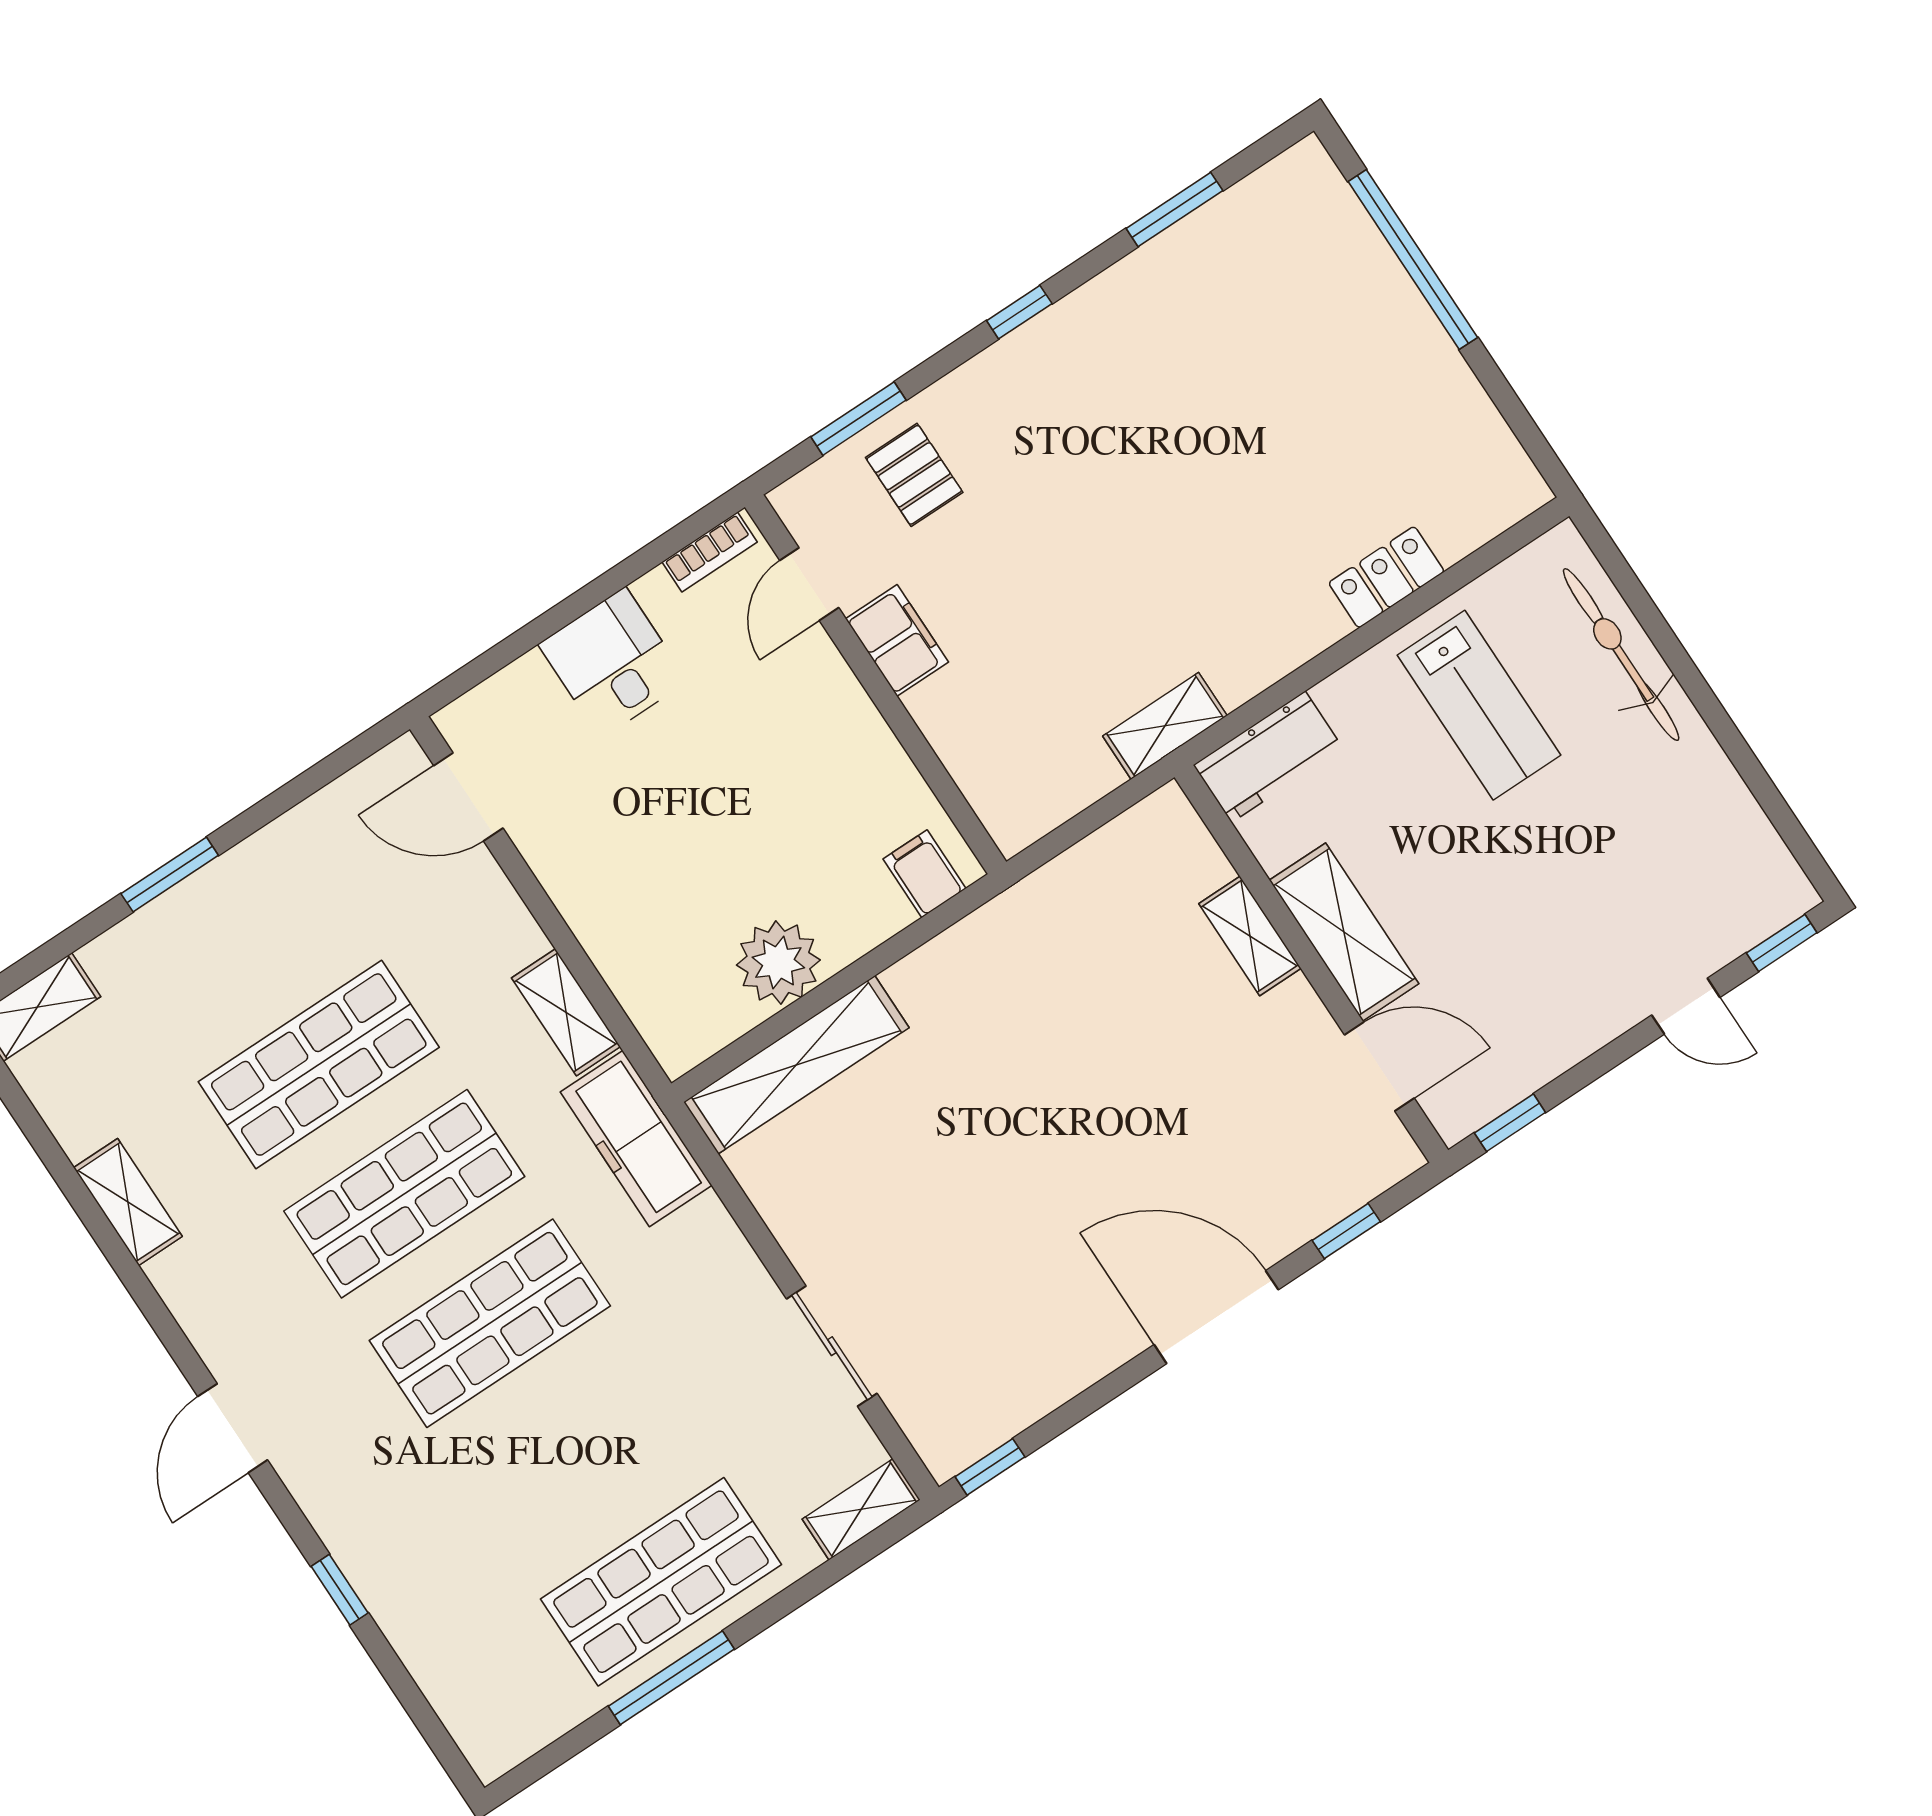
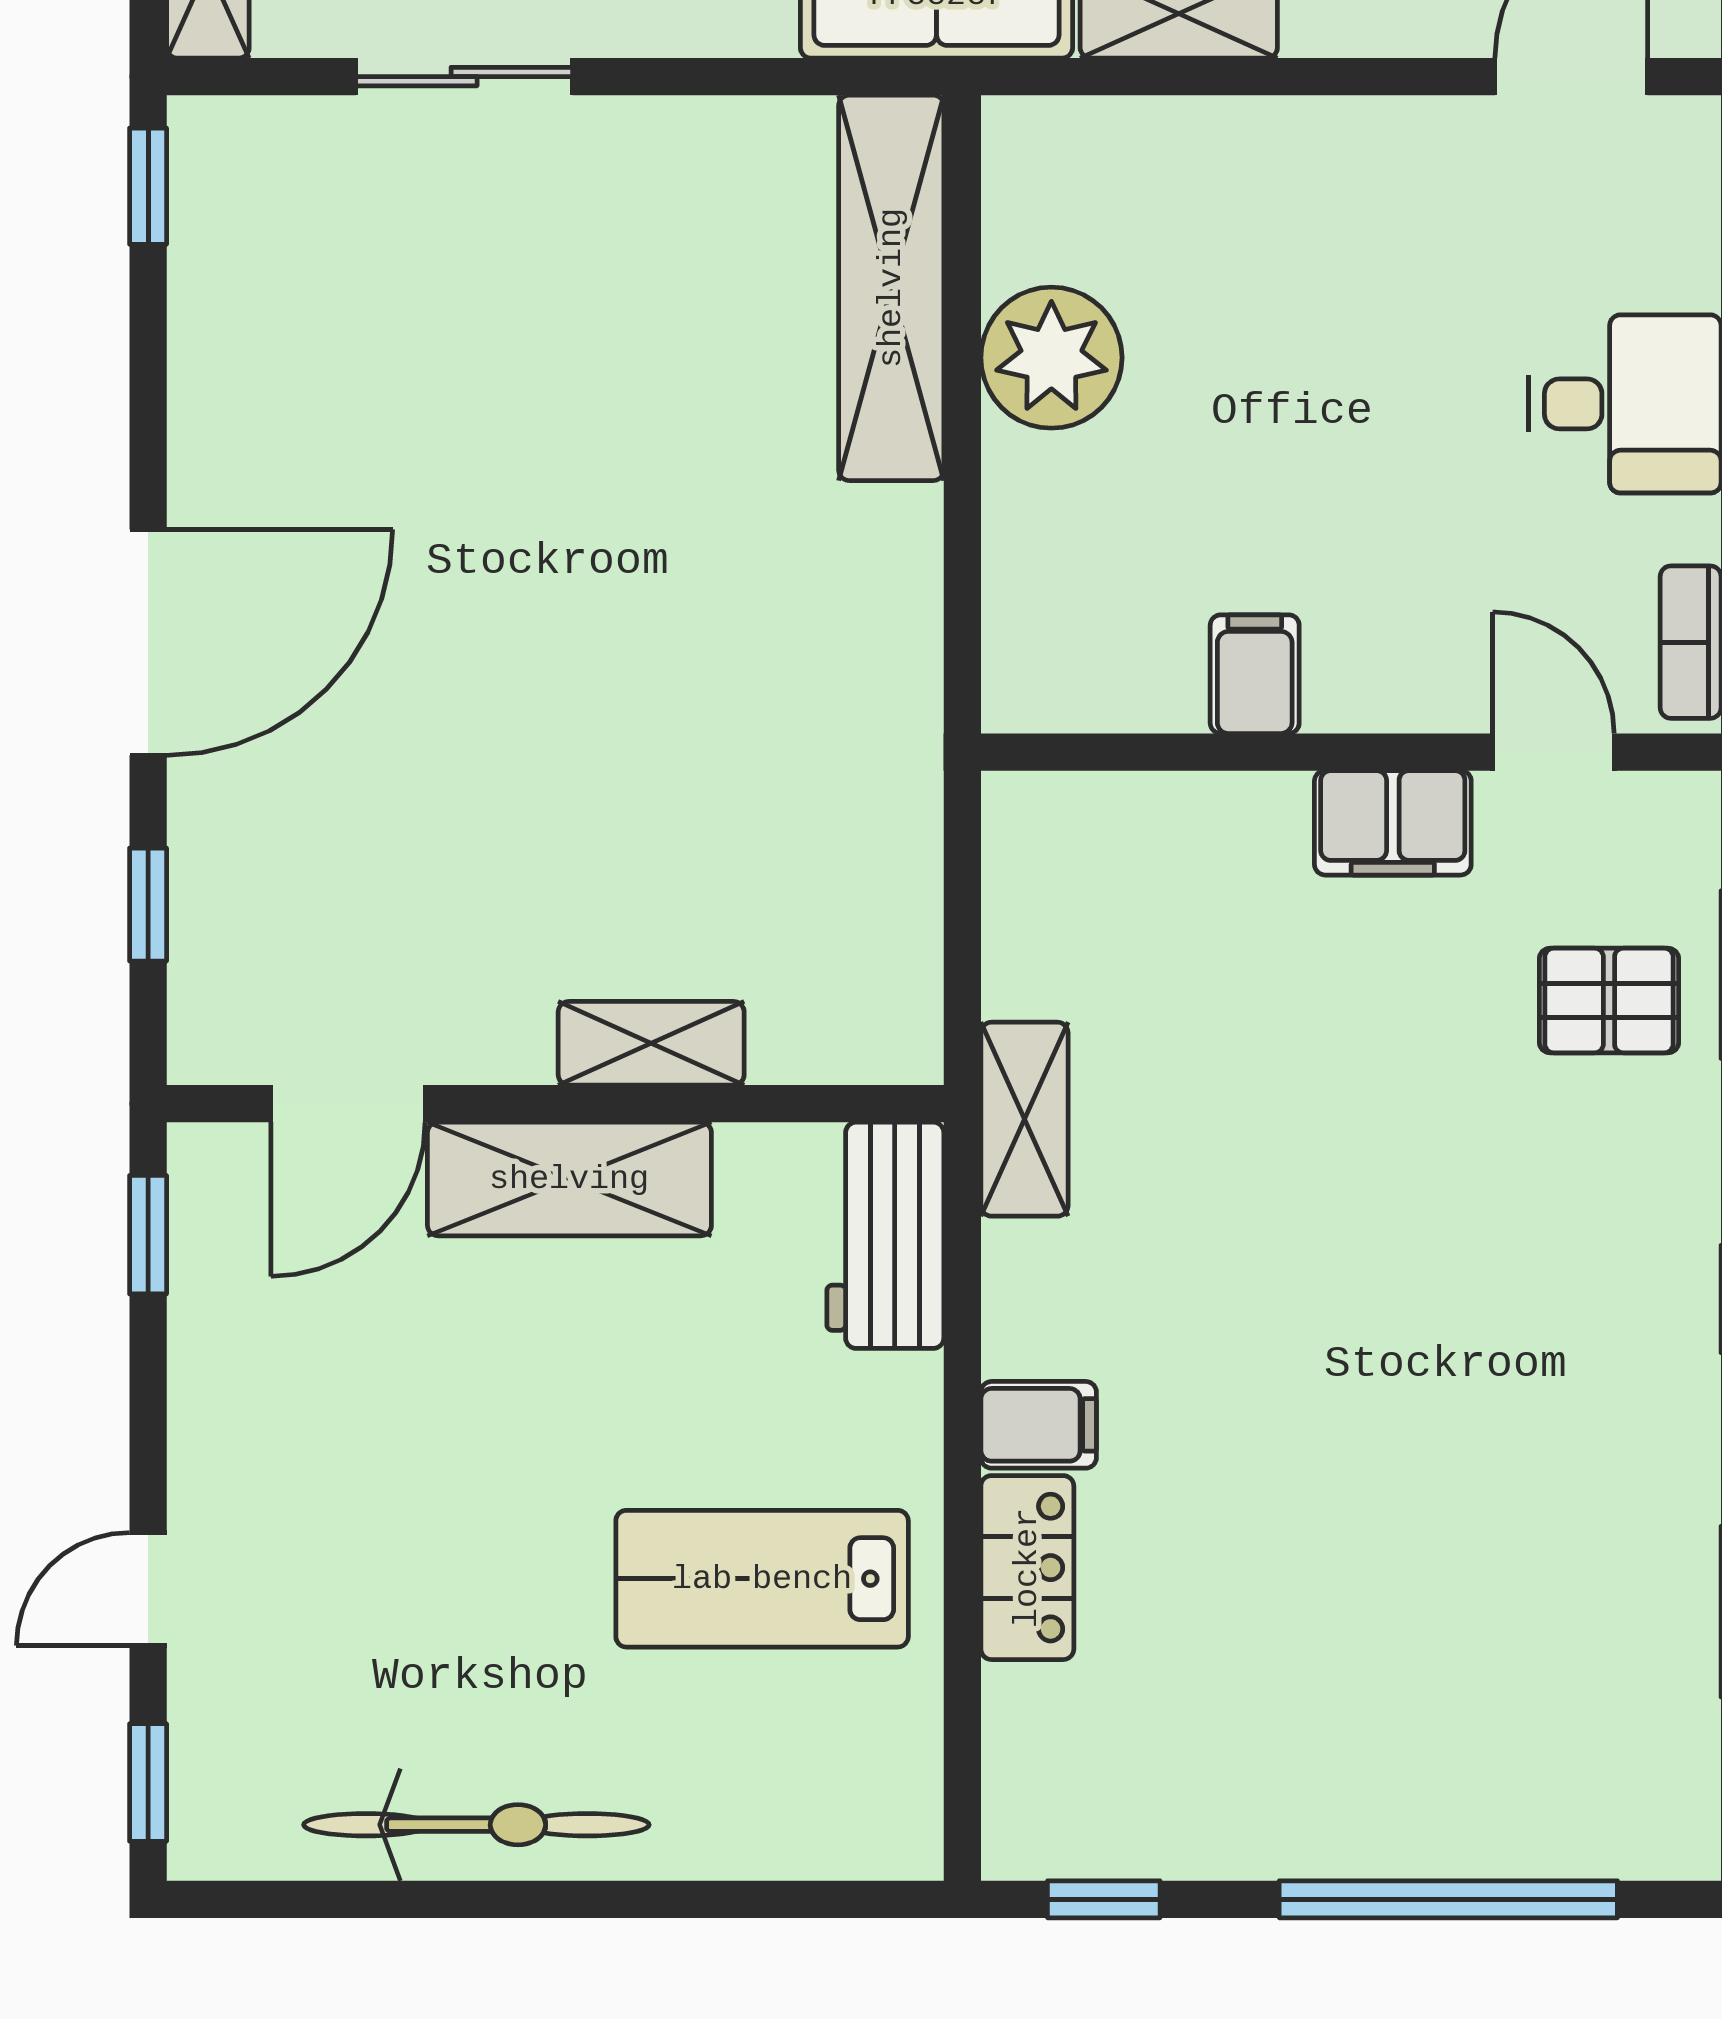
window: (1526, 430) -> (1104, 1899), added
filing cabinet: (1312, 618) -> (1039, 1425), added
bicycle: (1621, 655) -> (476, 1825), moved
filing cabinet: (924, 874) -> (1255, 674), moved, turned -90

